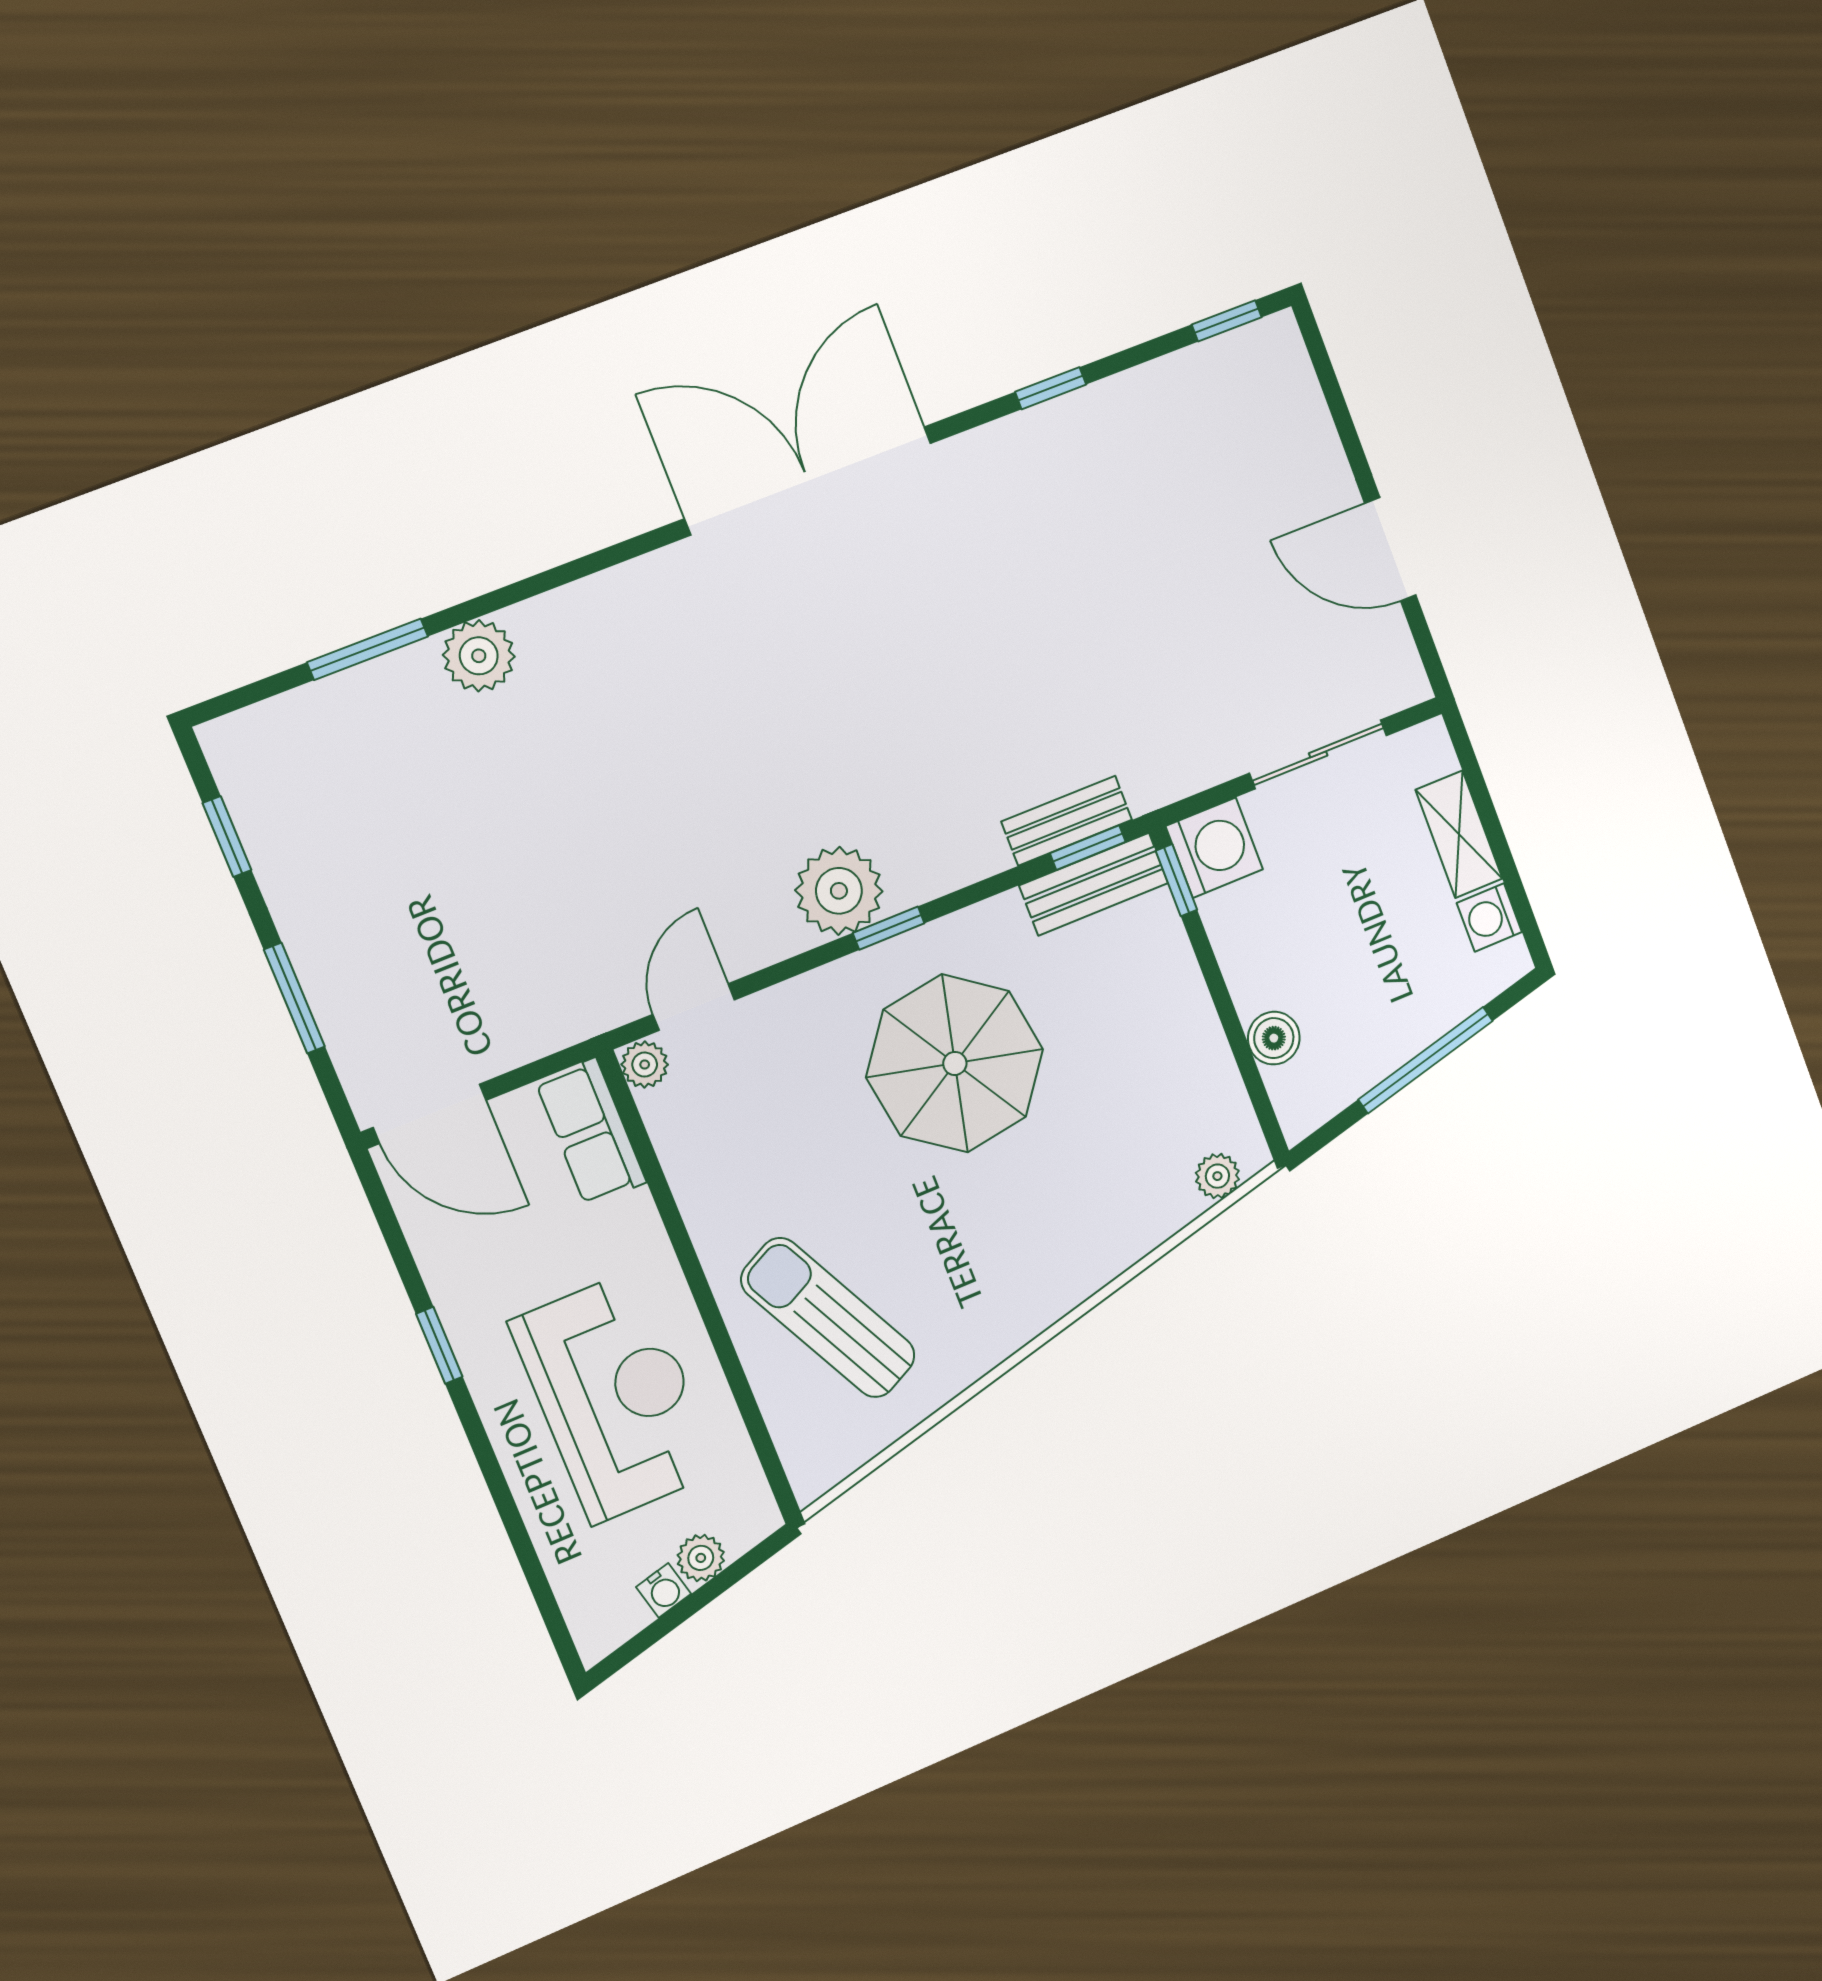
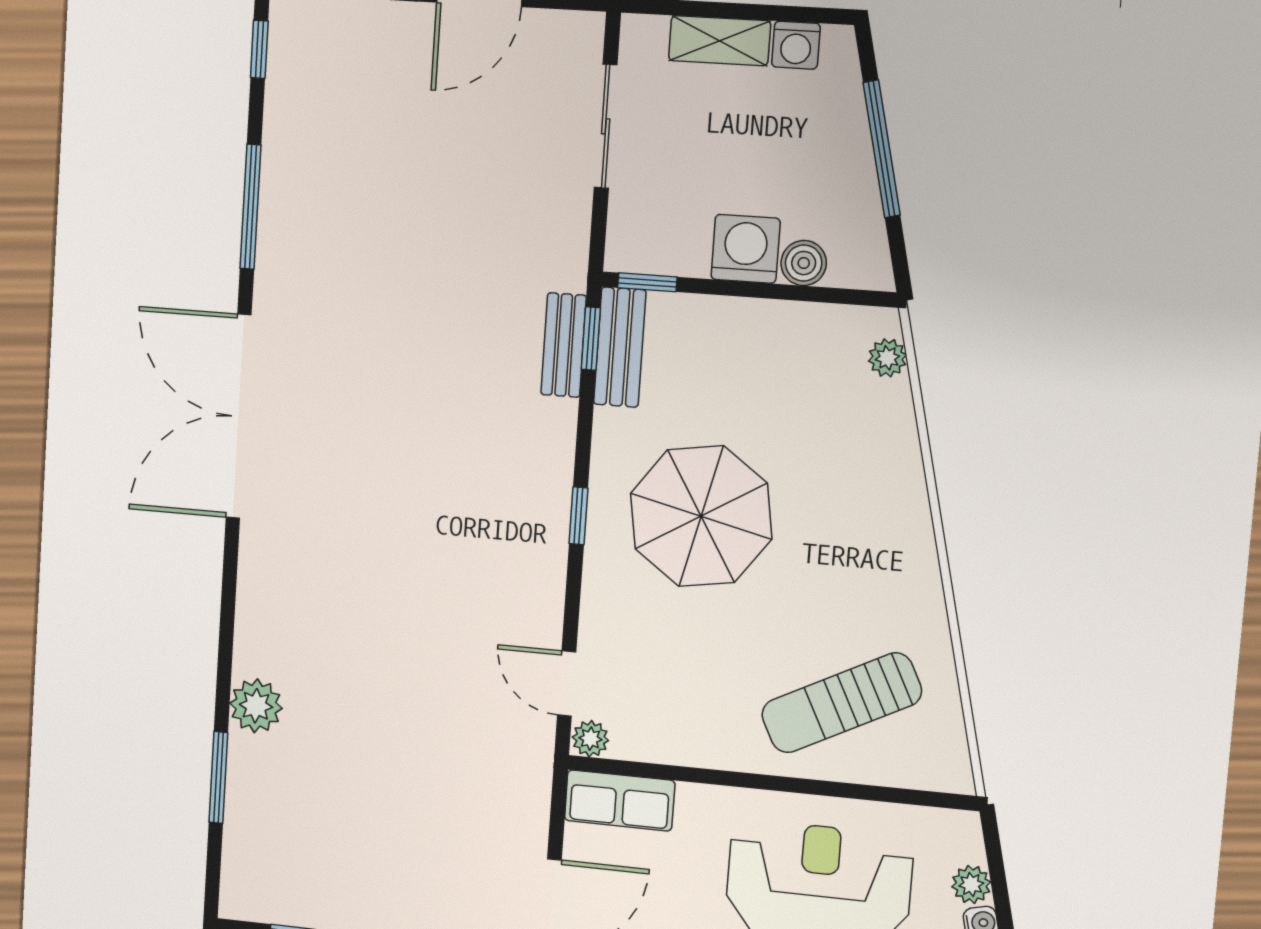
window: (1051, 388) -> (250, 207), width x2.17
washing machine: (1214, 848) -> (746, 249), moved
plant: (839, 891) -> (534, 538), removed

